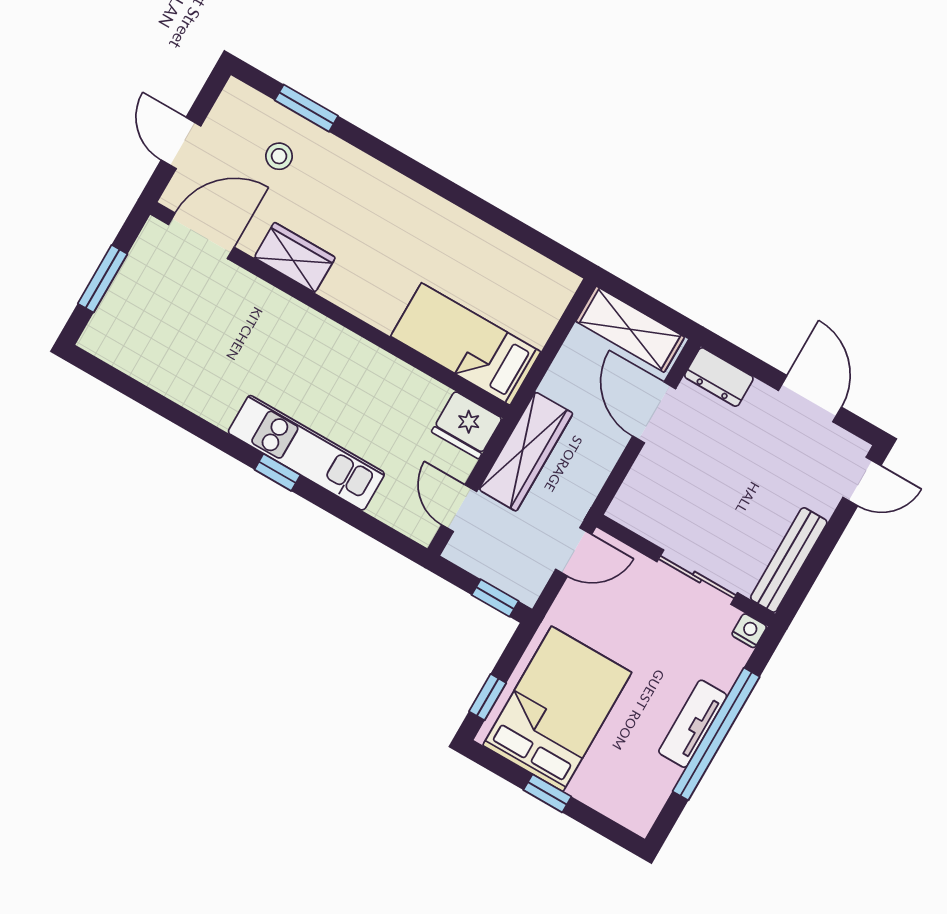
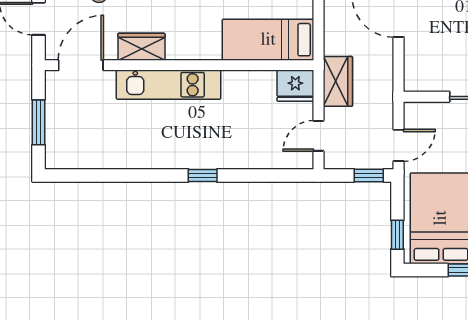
wardrobe: (526, 451) -> (338, 81), width x0.67
kitchen unit: (306, 453) -> (169, 85), moved, turned 180
door: (459, 508) -> (319, 136), hinge flipped
door: (574, 552) -> (399, 145), moved

